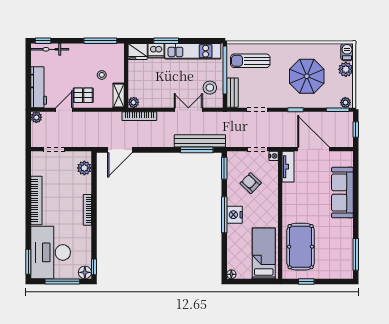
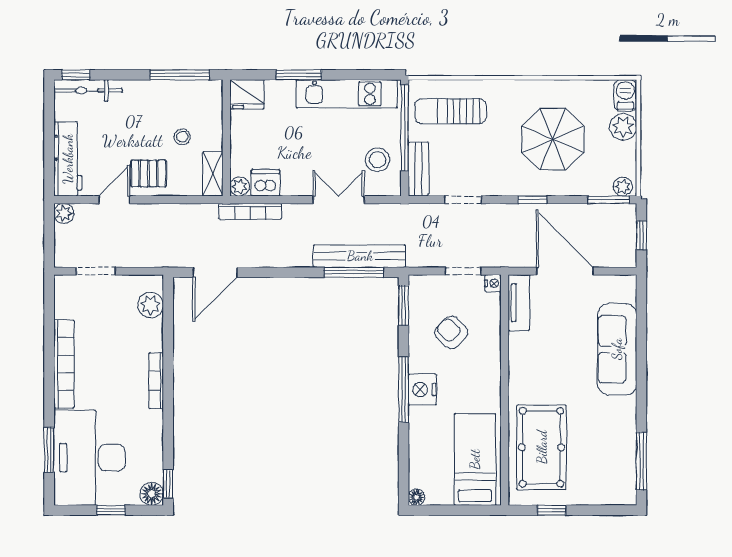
dishwasher: (156, 51) -> (265, 183), moved, turned 180
window: (28, 262) -> (49, 450), moved
window: (62, 281) -> (111, 510), width x0.46

